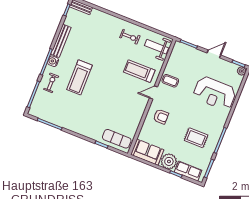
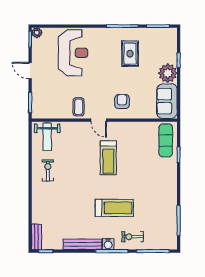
treadmill: (139, 71) -> (108, 158), moved
row of seats: (188, 171) -> (170, 48), removed

